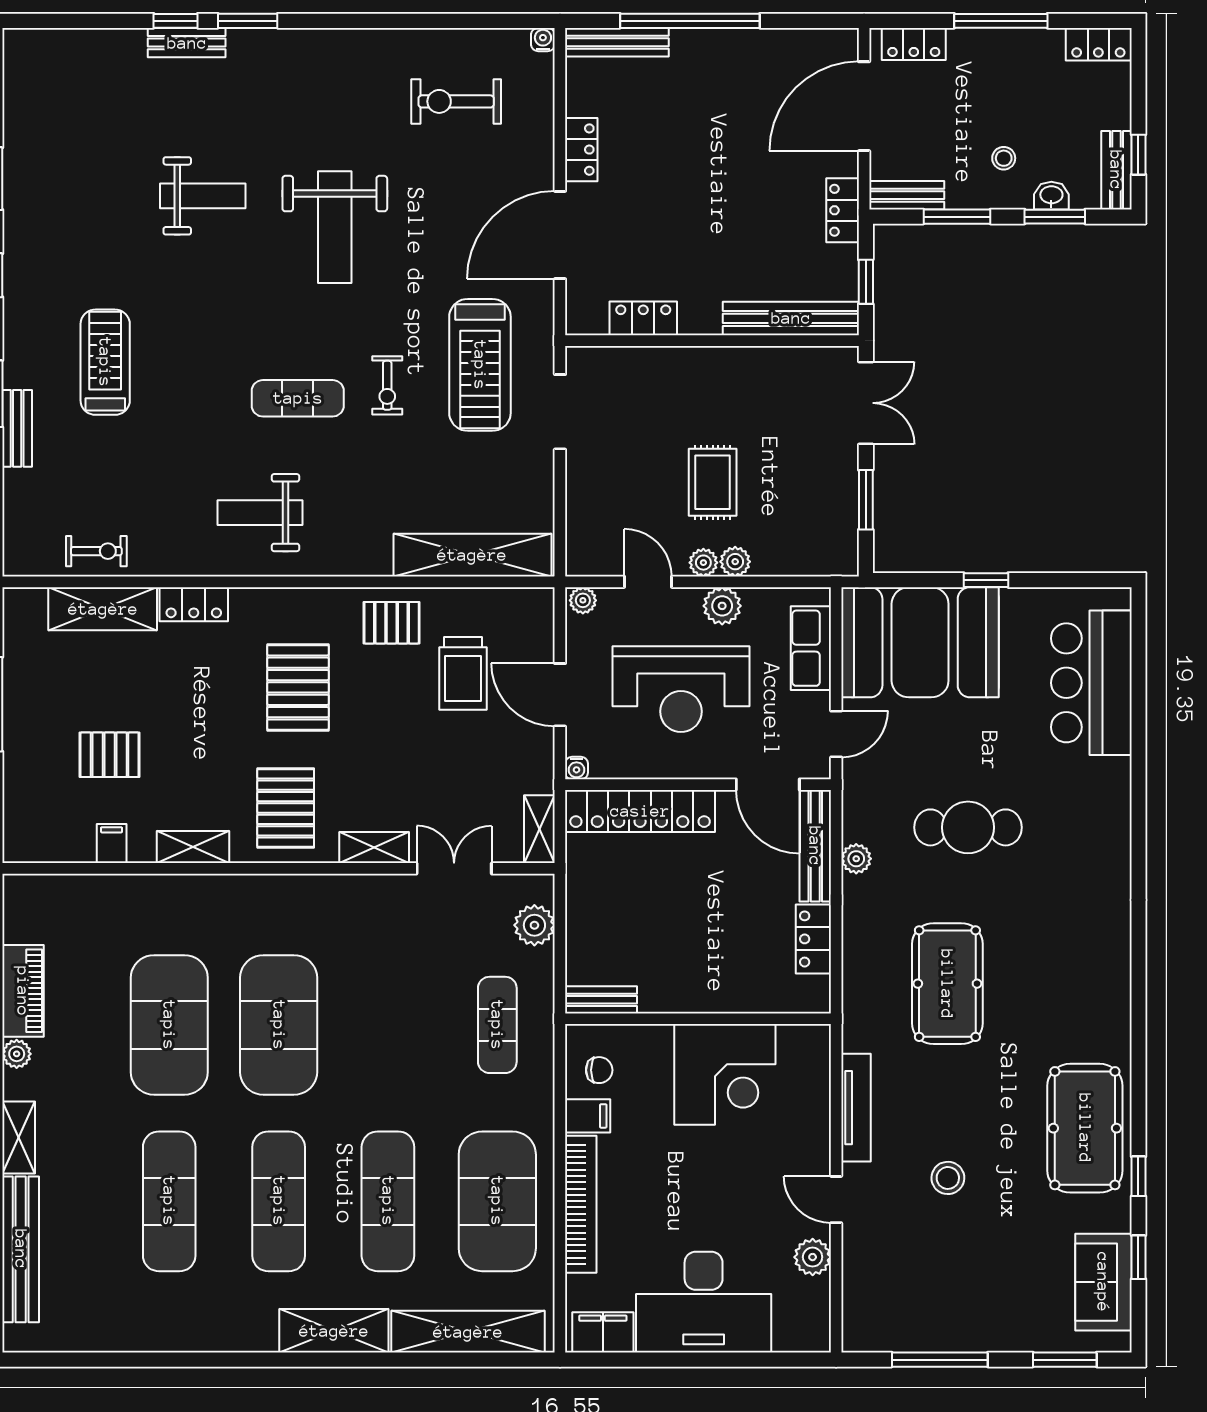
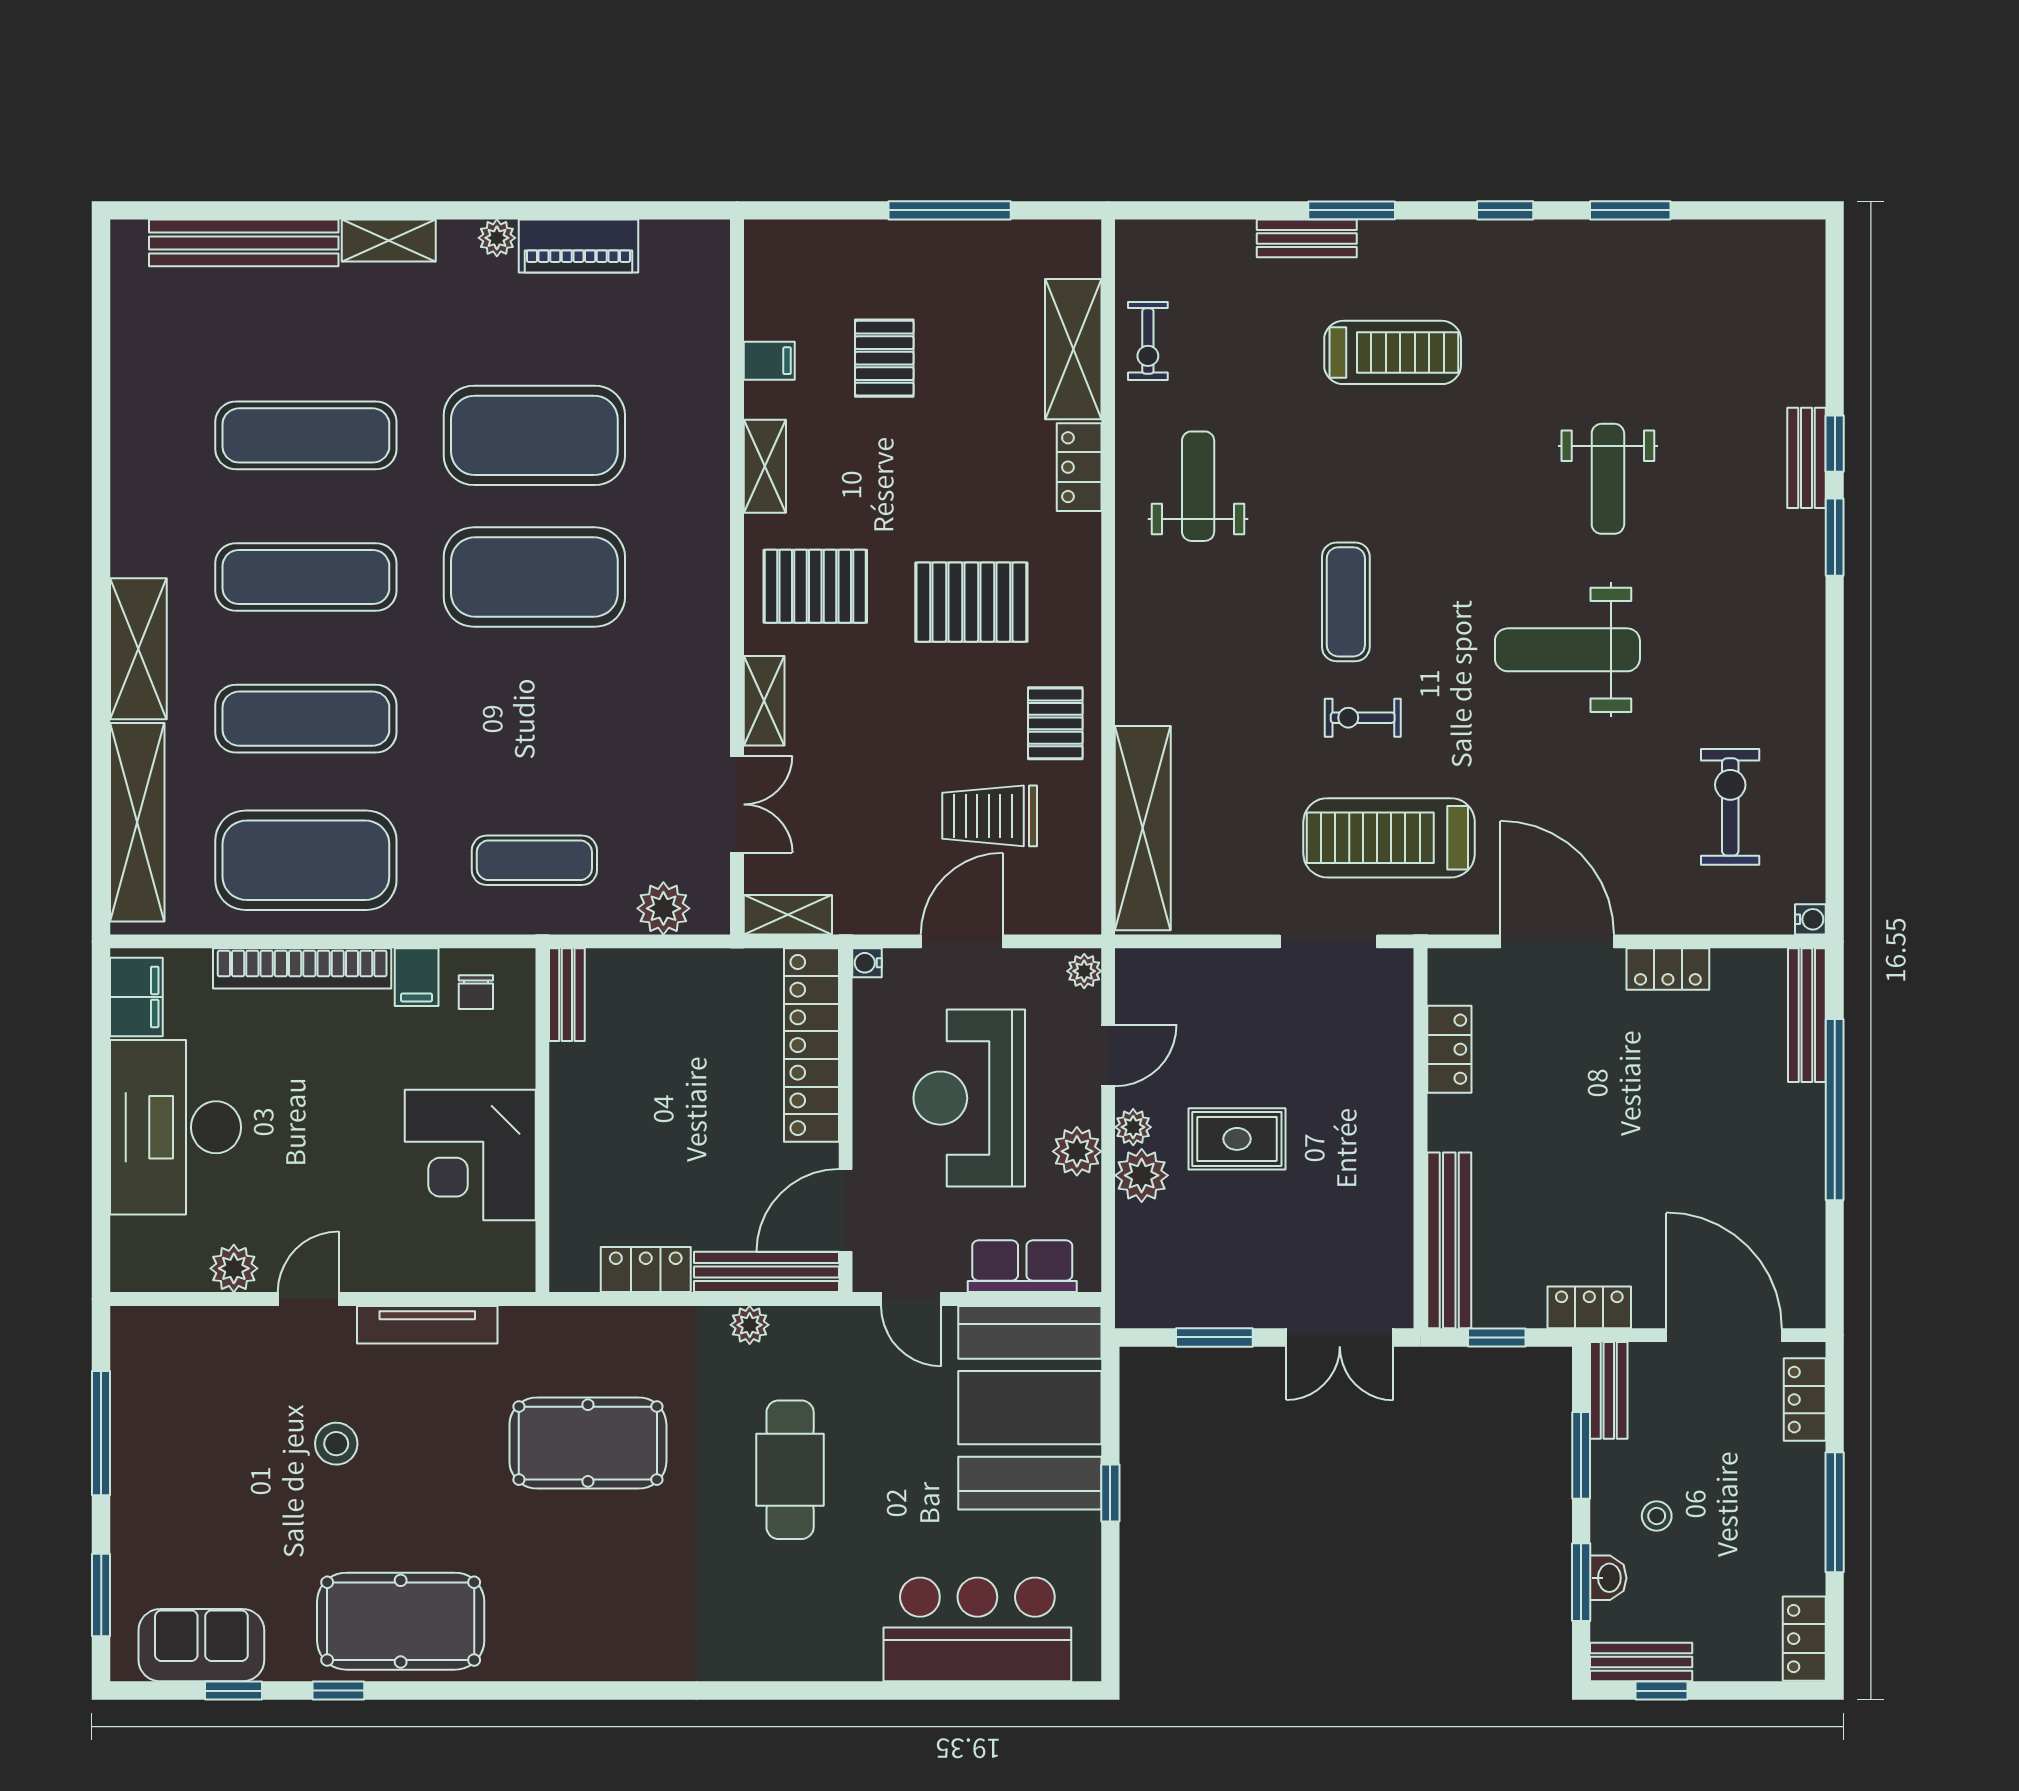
weight bench: (260, 513) -> (1198, 486), moved
plant: (735, 562) -> (1142, 1175), width x1.38, depth x1.38

